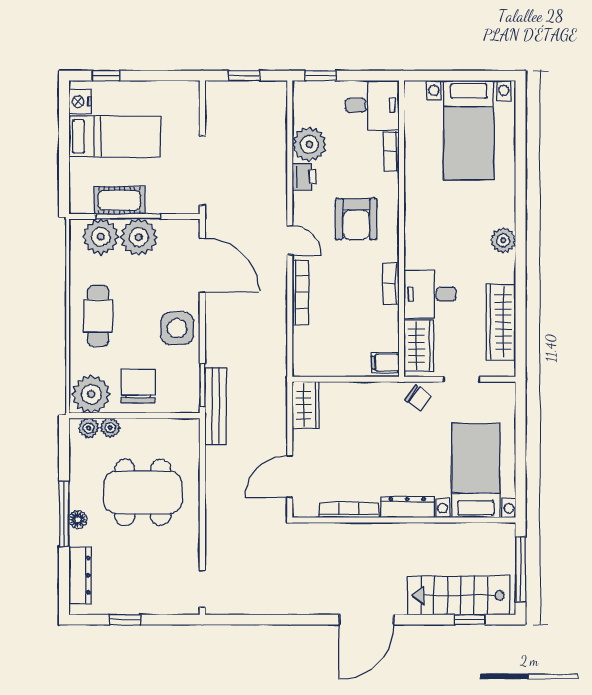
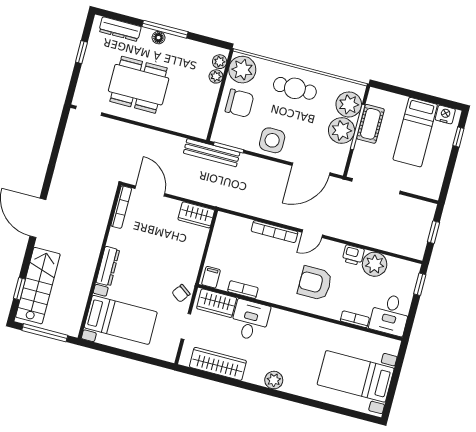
bookcase: (391, 283) -> (243, 290), moved
dining table: (143, 492) -> (139, 85), moved, turned 90
bookcase: (349, 510) -> (121, 207), moved

